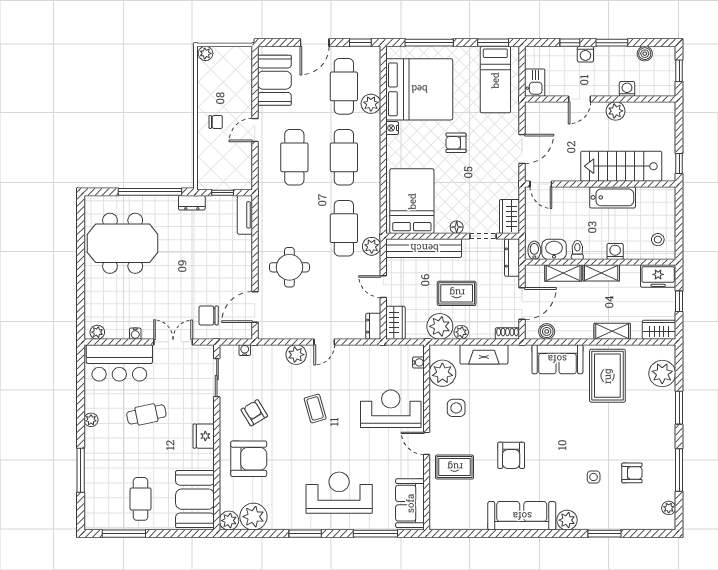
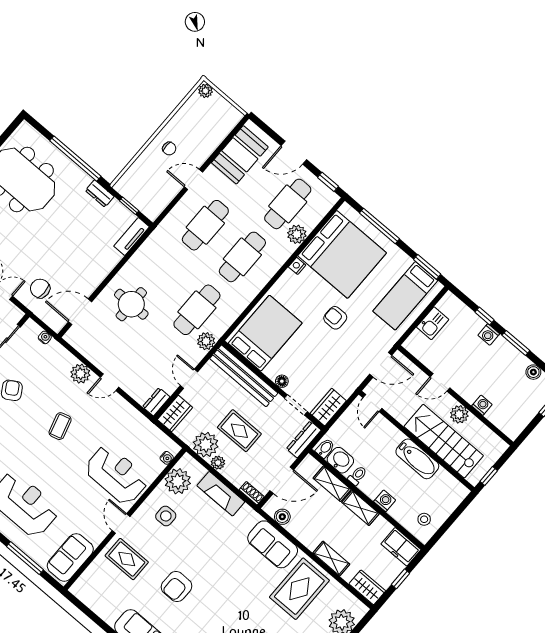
washing machine: (627, 89) -> (482, 405), moved
door: (579, 99) -> (440, 382), moved
wall: (600, 99) -> (455, 396), moved
plant: (616, 111) -> (459, 414), moved

